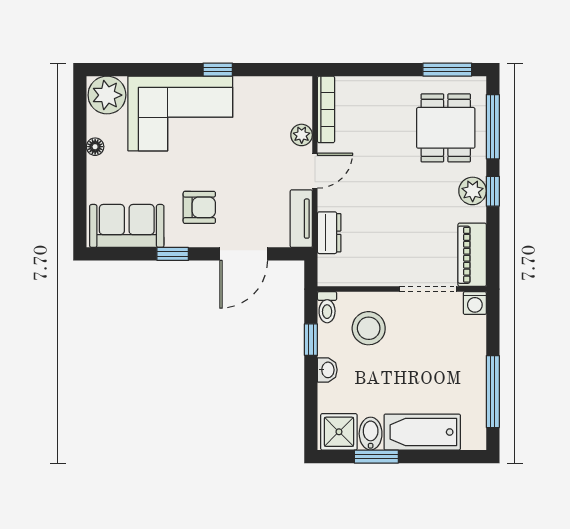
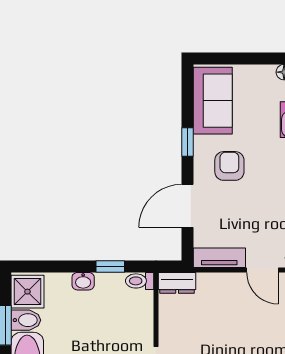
armchair: (199, 207) -> (229, 166), turned 180
dresser: (329, 233) -> (177, 283), moved
door: (244, 254) -> (187, 206), hinge flipped
stool: (369, 328) -> (121, 318), removed

